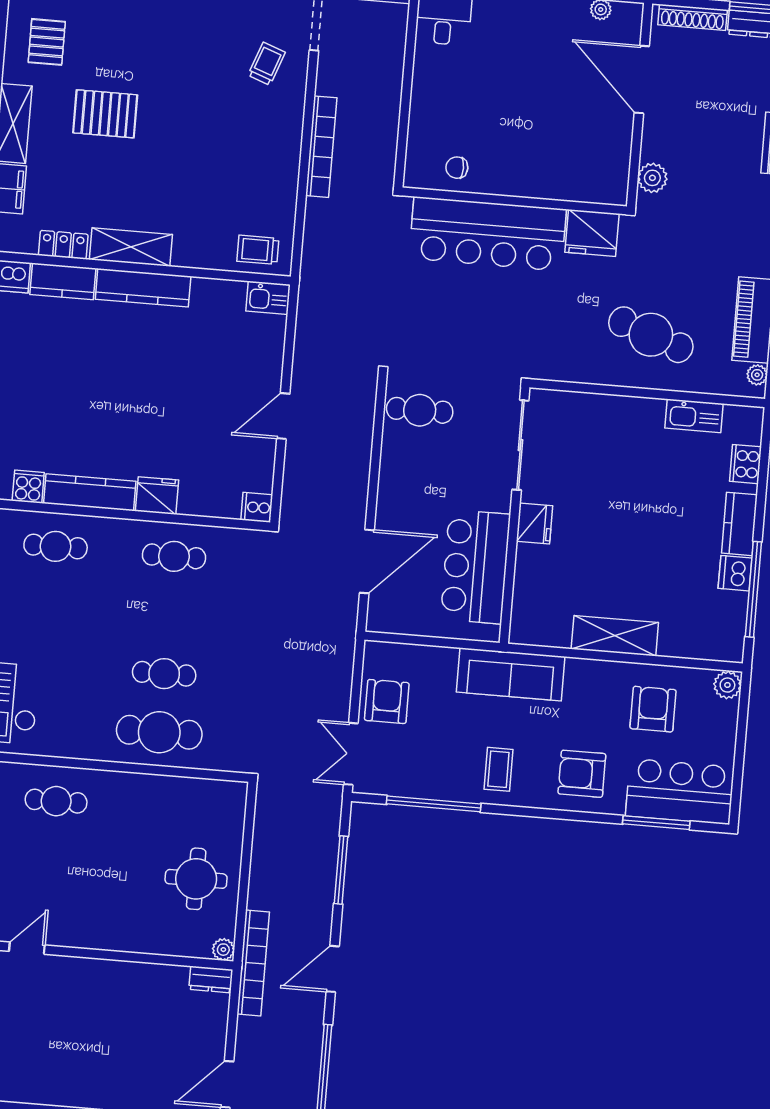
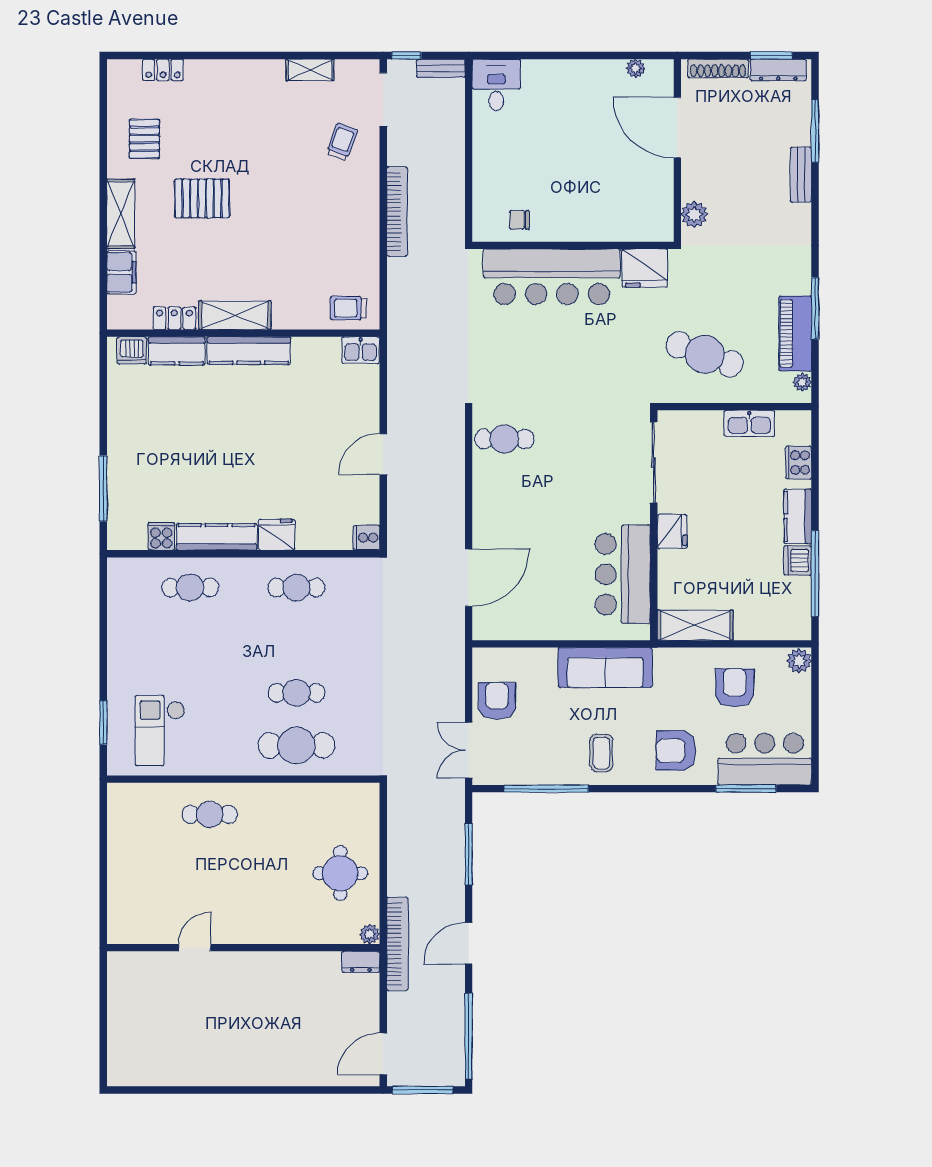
sliding door: (520, 445) -> (654, 462), moved
wall: (515, 515) -> (654, 525), moved
fridge: (535, 524) -> (672, 531), moved
bar counter: (475, 567) -> (623, 574), moved

